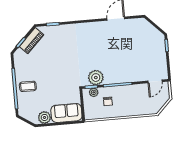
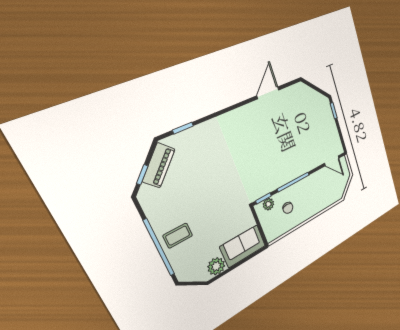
plant: (96, 78) -> (266, 184), removed
door: (155, 81) -> (332, 161), hinge flipped

